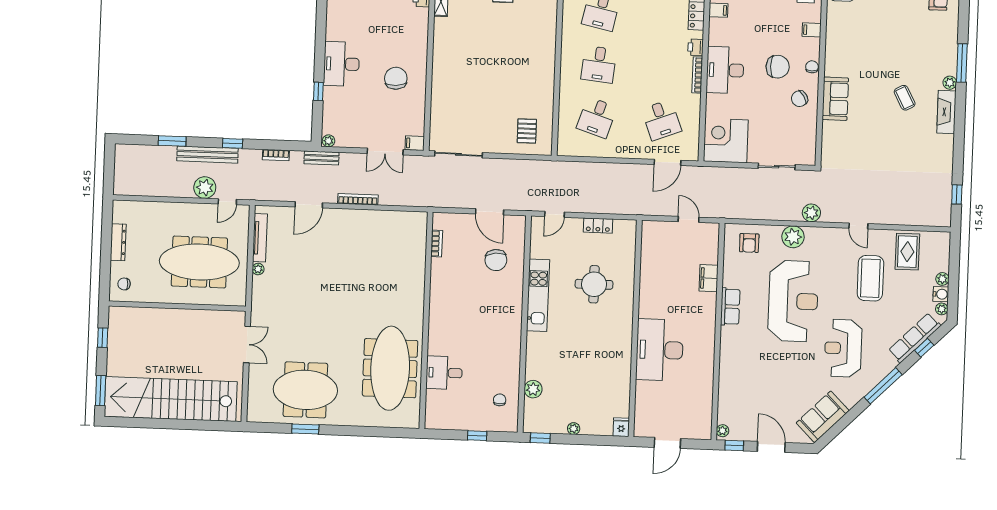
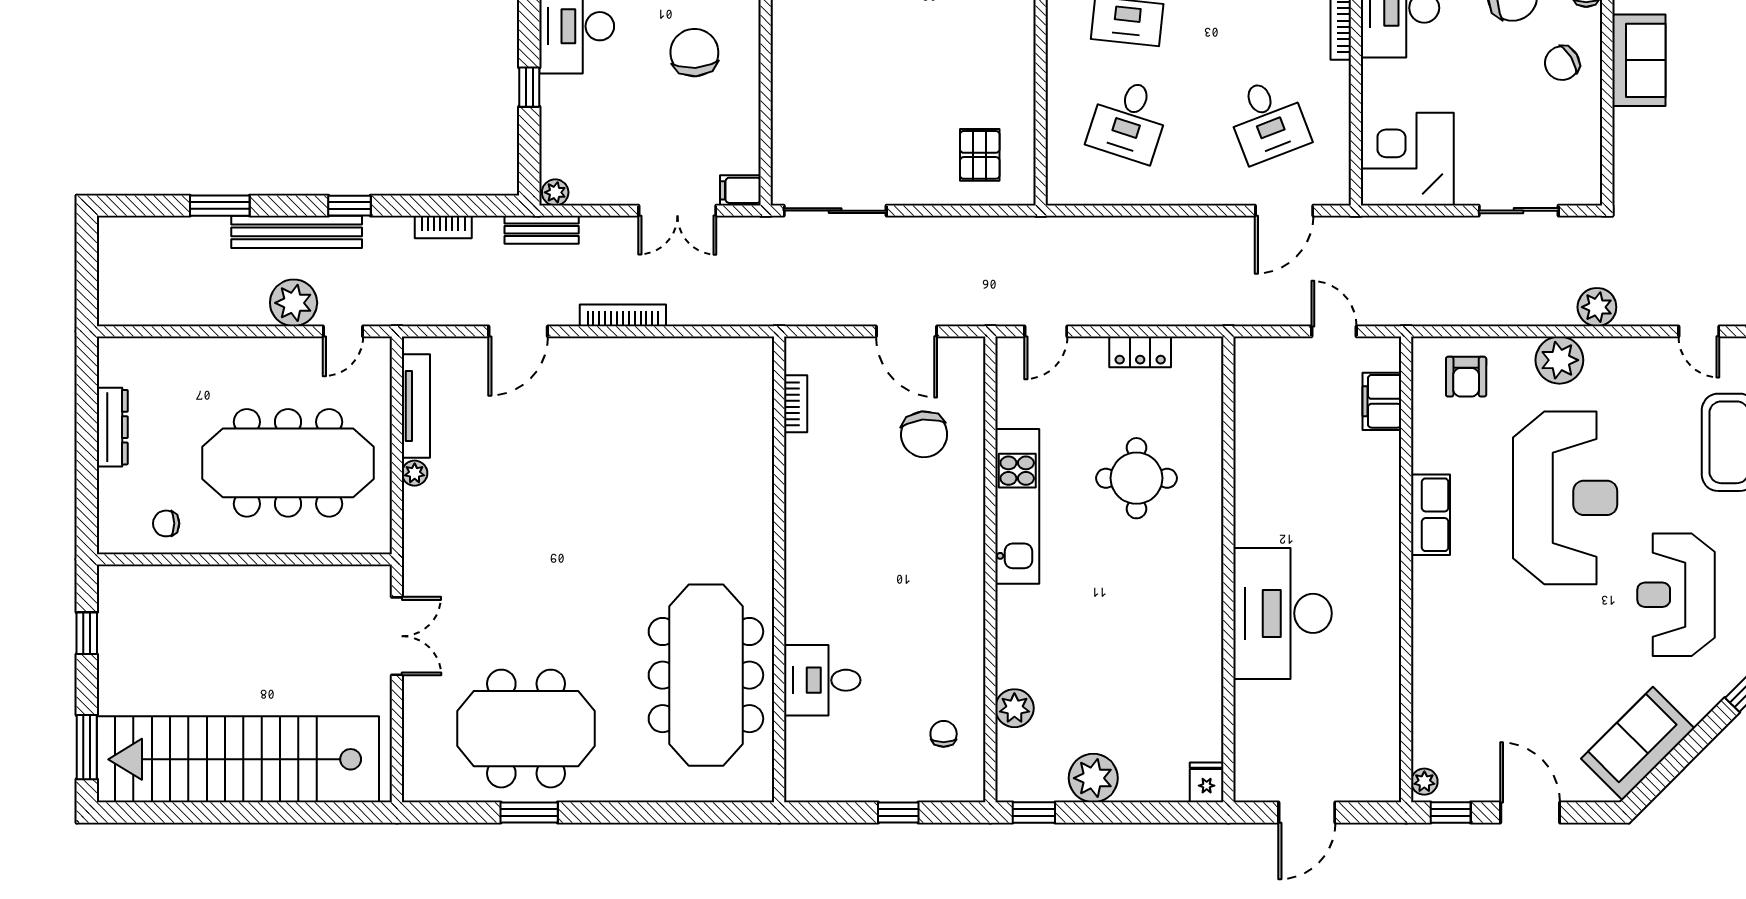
filing cabinet: (709, 278) -> (1382, 401), moved
chair: (124, 284) -> (166, 523), moved
plant: (574, 429) -> (1093, 778), width x1.88, depth x1.88

